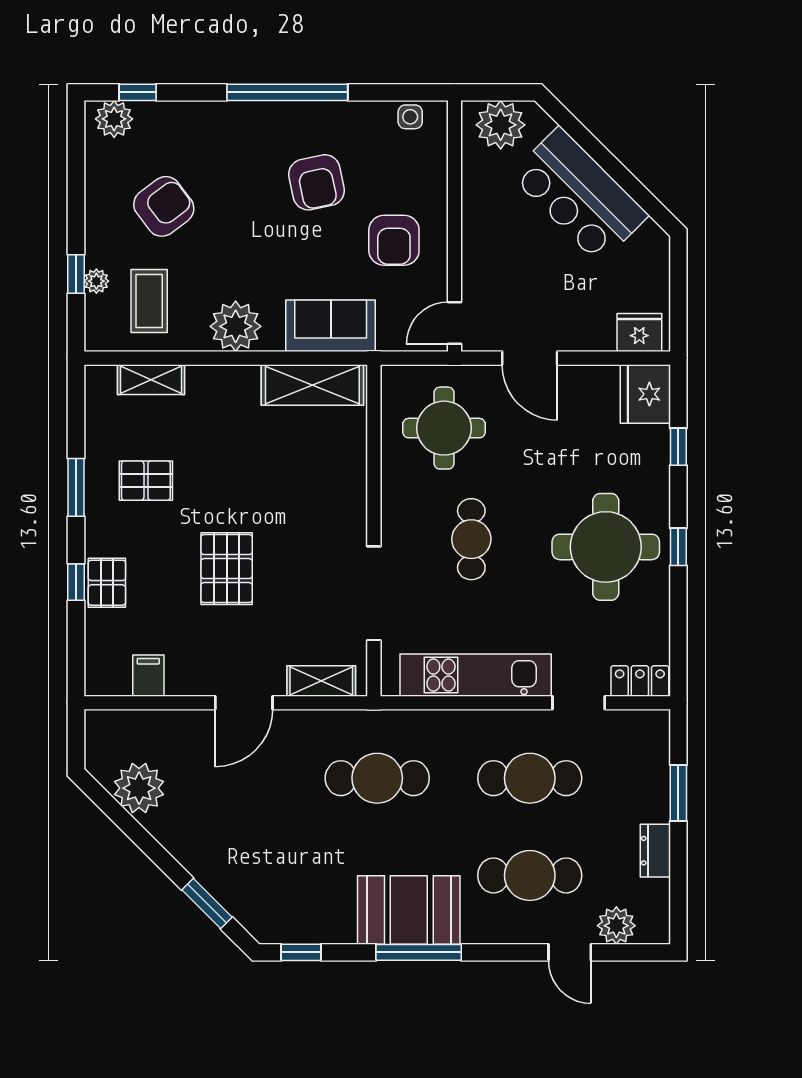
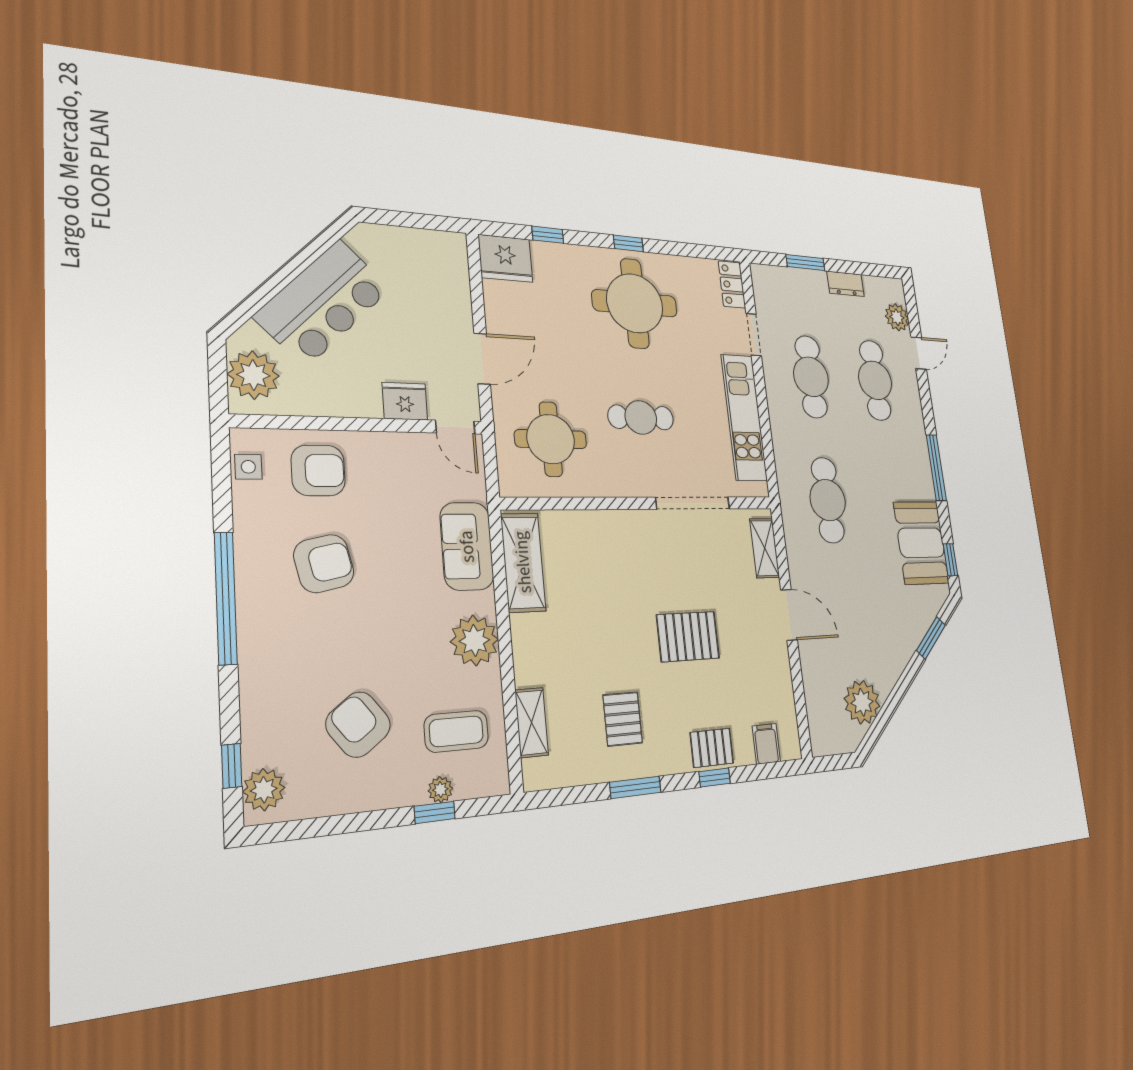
armchair: (394, 240) -> (318, 470), moved
fridge: (639, 332) -> (405, 401), moved, turned 90
filing cabinet: (148, 676) -> (766, 744), moved, turned 90
booth: (409, 910) -> (921, 543), moved

